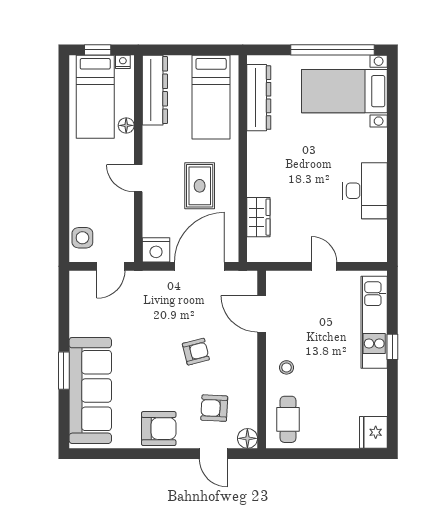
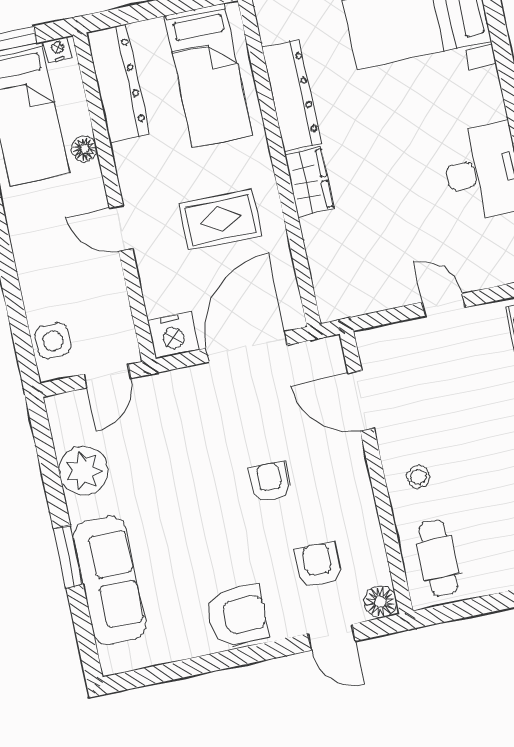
dresser: (259, 98) -> (292, 95), moved
rug: (200, 186) -> (220, 219), turned 90
wardrobe: (258, 217) -> (309, 182), moved
plant: (84, 321) -> (83, 471), added
armchair: (196, 352) -> (270, 482), turned -76
sofa: (90, 390) -> (109, 580), width x0.74, depth x0.79
armchair: (214, 408) -> (318, 565), turned 87

